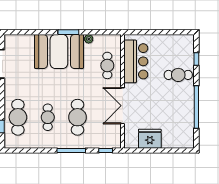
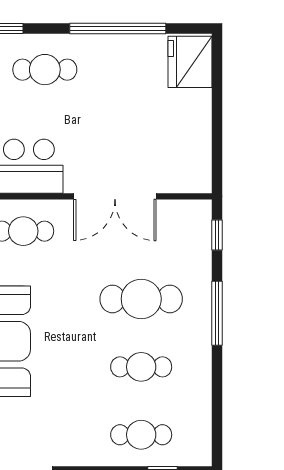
cafe table: (178, 75) -> (45, 70), turned 90
cafe table: (18, 117) -> (141, 435), width x0.73, depth x0.74
fridge: (150, 139) -> (190, 62), moved

